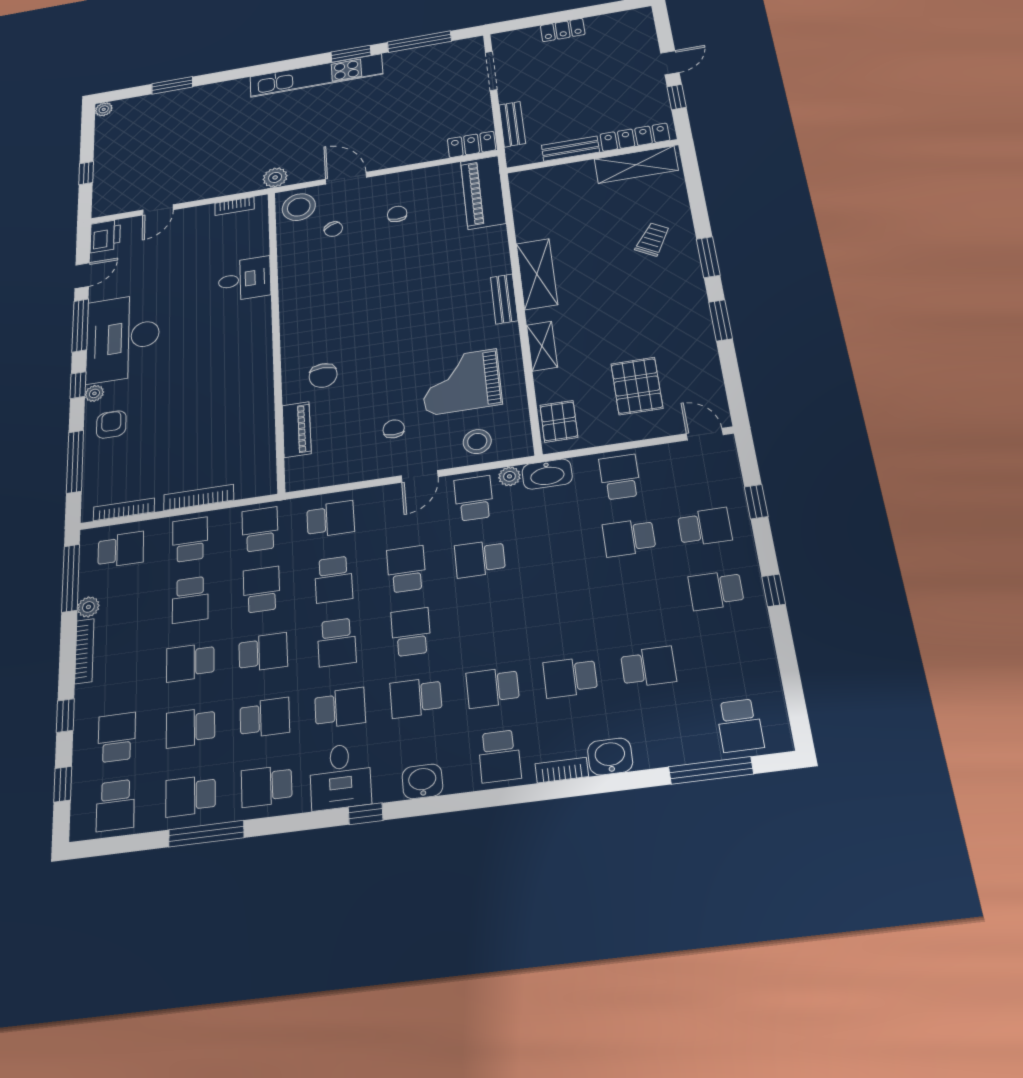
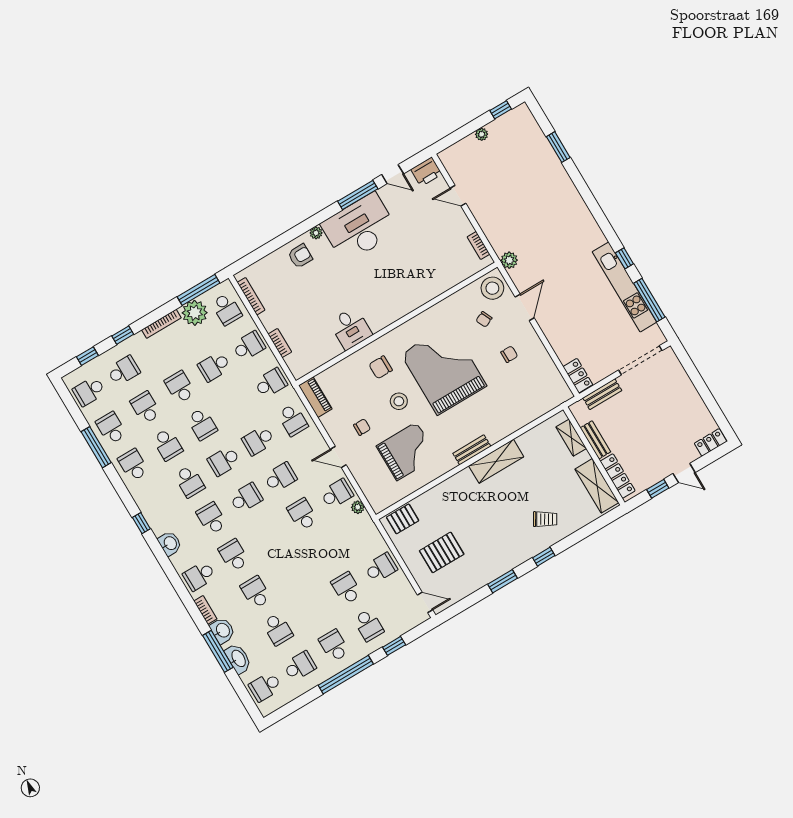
locker: (563, 30) -> (711, 442), moved, turned 90
window: (351, 54) -> (624, 258), width x0.67
doorway: (491, 71) -> (640, 360), width x1.36
kitchen unit: (316, 75) -> (624, 287), moved
plant: (104, 109) -> (482, 134), moved
window: (86, 173) -> (501, 110), moved
piano: (483, 192) -> (544, 400), removed
window: (708, 257) -> (544, 557), width x0.67
desk: (245, 279) -> (351, 328), moved
grand piano: (373, 298) -> (444, 370), added
shelving: (542, 346) -> (571, 438), moved, turned 90
grand piano: (461, 382) -> (407, 451), turned 90
window: (78, 385) -> (317, 219), removed
piano: (297, 429) -> (315, 397), moved, turned -90
door: (705, 434) -> (425, 602), hinge flipped
stool: (477, 442) -> (399, 401), moved
window: (75, 462) -> (268, 248), removed
washbasin: (547, 474) -> (238, 659), moved, turned 180
bookcase: (199, 497) -> (280, 343), width x0.64
school desk: (262, 590) -> (300, 666), moved
window: (774, 590) -> (346, 675), width x3.17
plant: (88, 607) -> (195, 313), width x1.88, depth x1.88
window: (711, 770) -> (218, 651), moved
desk: (340, 776) -> (154, 500), removed

